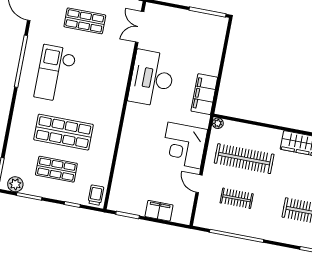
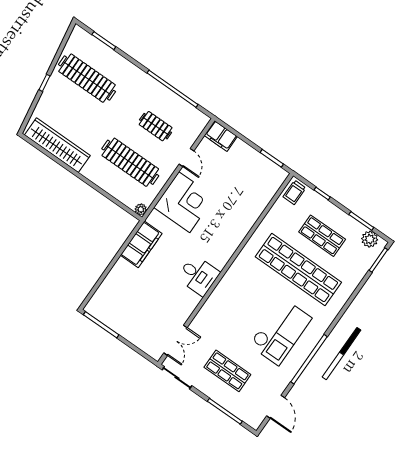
desk: (152, 78) -> (198, 275), width x0.53, depth x0.77
shop shelf: (64, 132) -> (298, 270), width x1.40
filing cabinet: (159, 211) -> (221, 136), moved

